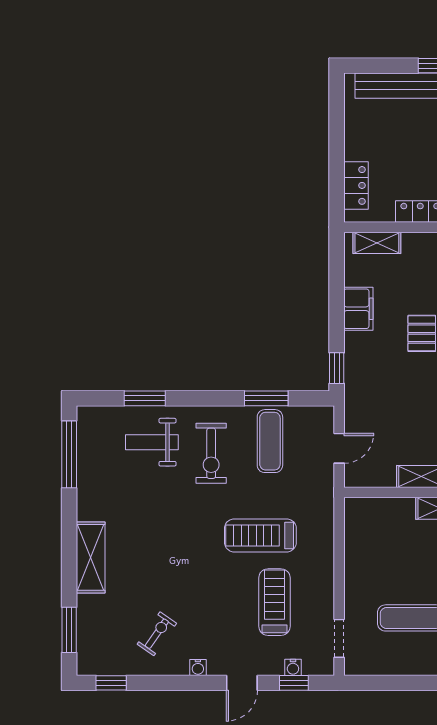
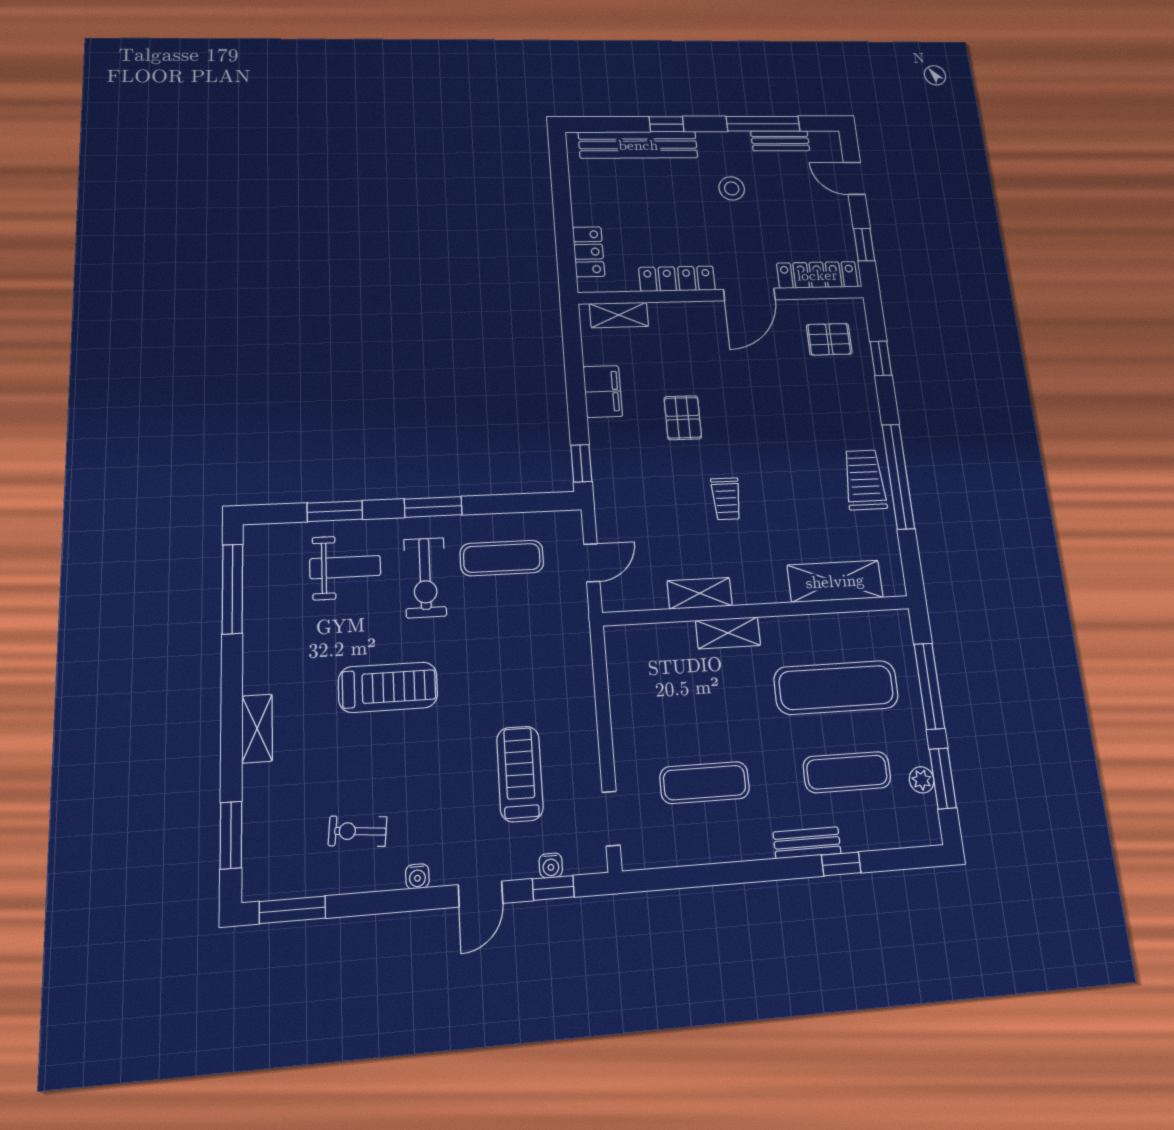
window: (266, 398) -> (433, 507), moved
exercise mat: (270, 441) -> (502, 558), turned 90
weight bench: (152, 442) -> (345, 567), turned 180
treadmill: (260, 535) -> (388, 687), moved, turned 180
shelving: (91, 557) -> (257, 729), width x0.67, depth x0.75
exercise bike: (157, 634) -> (358, 831), turned -120
window: (111, 683) -> (292, 910), width x1.50

